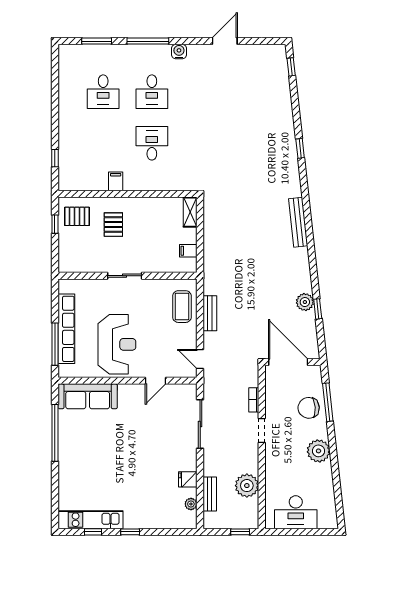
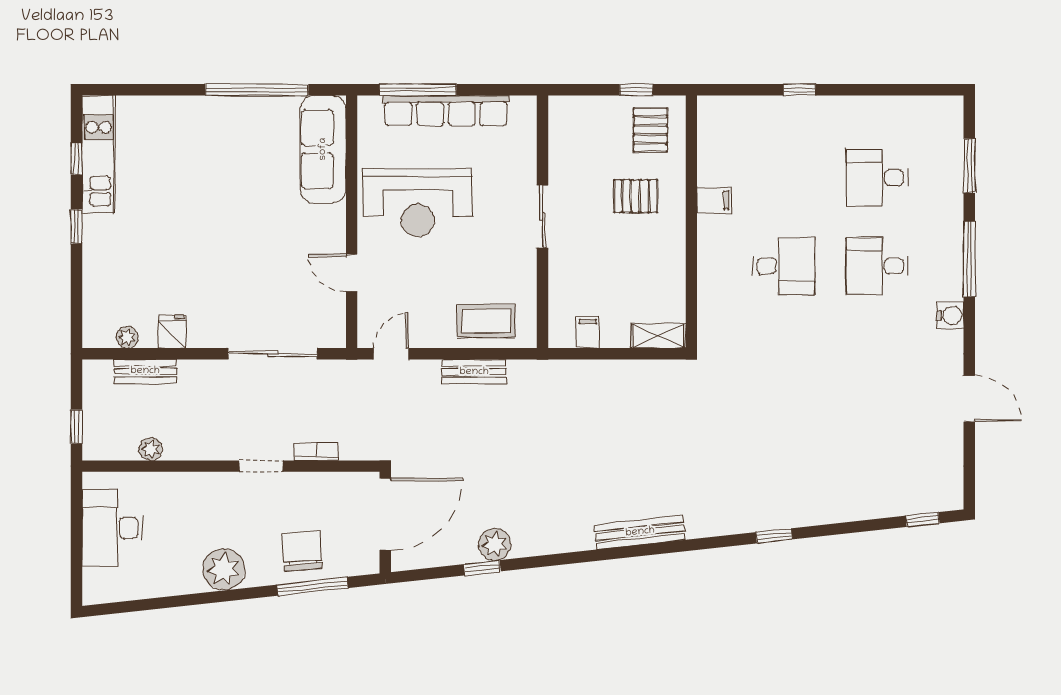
window: (55, 158) -> (799, 90), moved
plant: (247, 486) -> (151, 449), width x0.53, depth x0.53

